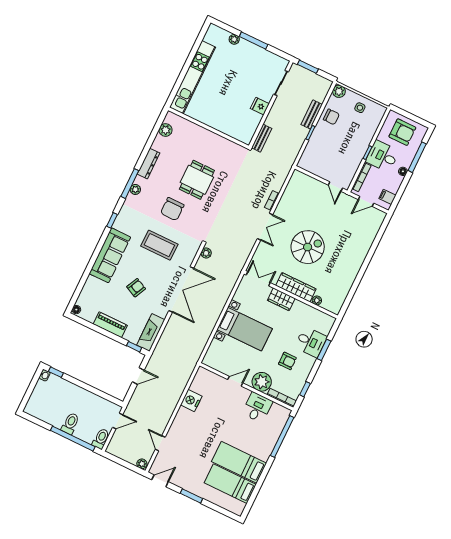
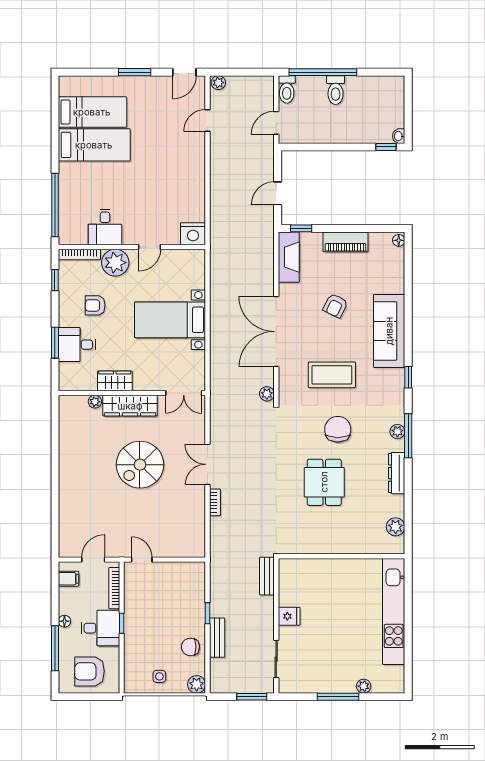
wardrobe: (281, 299) -> (115, 381), moved
nightstand: (191, 400) -> (193, 234), moved, turned 90
door: (160, 443) -> (207, 121), swing flipped

